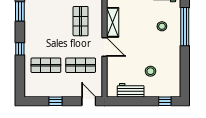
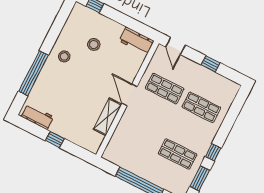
shop shelf: (81, 21) -> (178, 154), moved, turned 90
stool: (162, 26) -> (64, 56), moved
window: (20, 49) -> (213, 152), moved
workbench: (131, 90) -> (137, 41), moved

